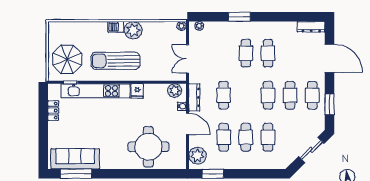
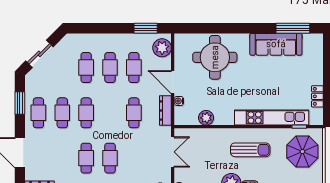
sun lounger: (115, 61) -> (250, 150), width x0.73, depth x0.75
fridge: (137, 91) -> (227, 117), removed
plant: (175, 91) -> (206, 118), moved
sofa: (75, 159) -> (276, 44), moved

